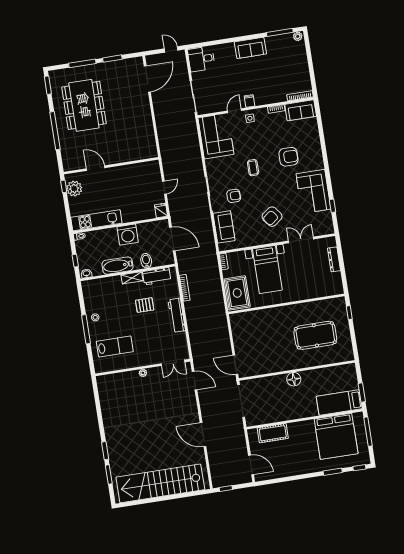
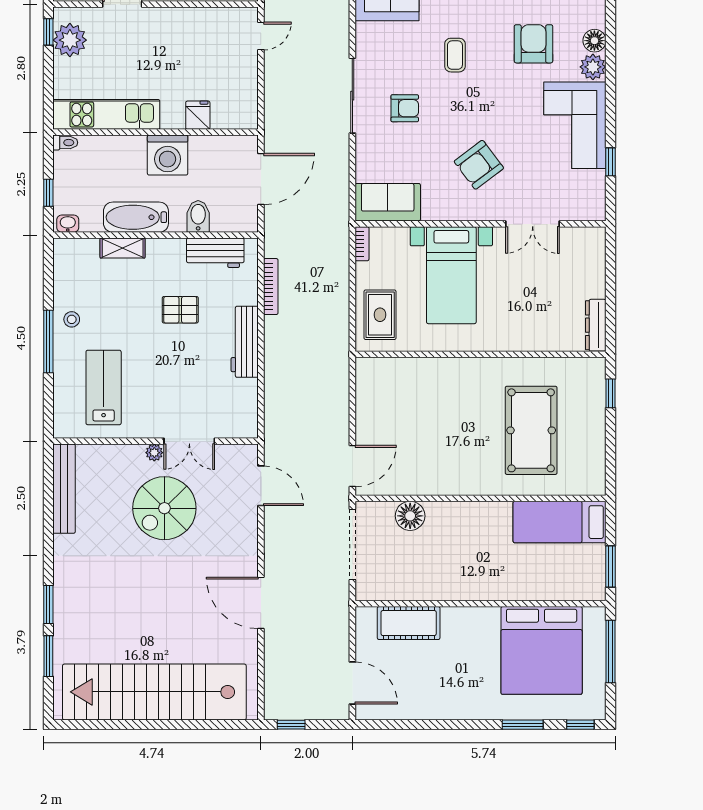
floor lamp: (316, 151) -> (594, 41), added
armchair: (288, 157) -> (533, 44), turned -90
plant: (318, 163) -> (593, 67), added
door: (164, 188) -> (261, 36), moved
fridge: (161, 211) -> (198, 115), moved
sofa: (224, 227) -> (388, 202), moved, turned -90
door: (172, 239) -> (261, 179), hinge flipped
double door: (301, 240) -> (533, 224), swing flipped
dresser: (334, 259) -> (596, 325), moved
shelving: (132, 278) -> (123, 248), moved
rug: (237, 293) -> (380, 315), width x0.73, depth x0.70
pool table: (315, 335) -> (531, 430), turned 90
lab bench: (115, 347) -> (104, 387), turned -90
double door: (173, 363) -> (189, 441), moved
door: (235, 365) -> (352, 466), swing flipped
floor lamp: (294, 379) -> (410, 516), moved
bench: (104, 396) -> (64, 489), added
spiral stairs: (152, 398) -> (164, 508), added
bed: (339, 402) -> (560, 522), moved

